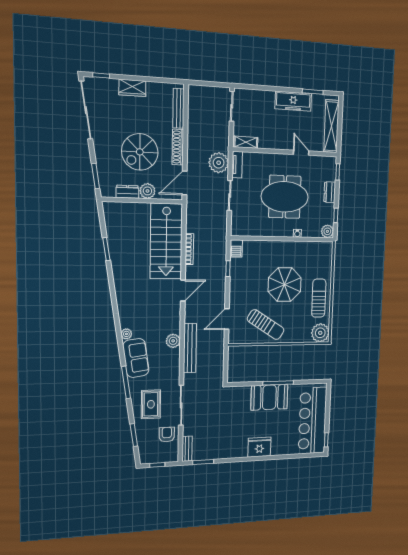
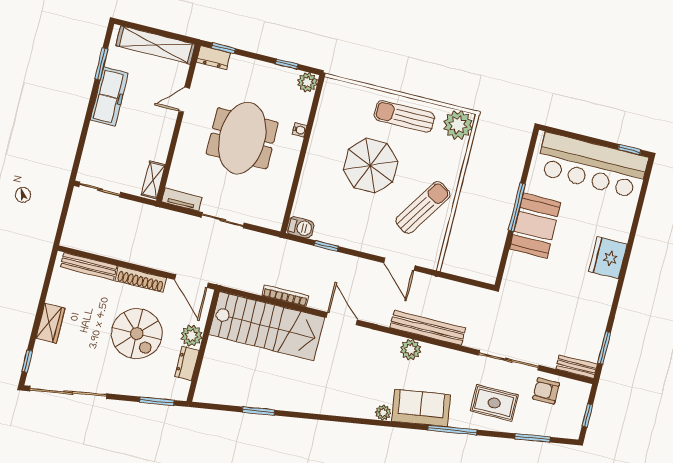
plant: (219, 163) -> (174, 226), removed
dresser: (330, 192) -> (214, 58), moved

